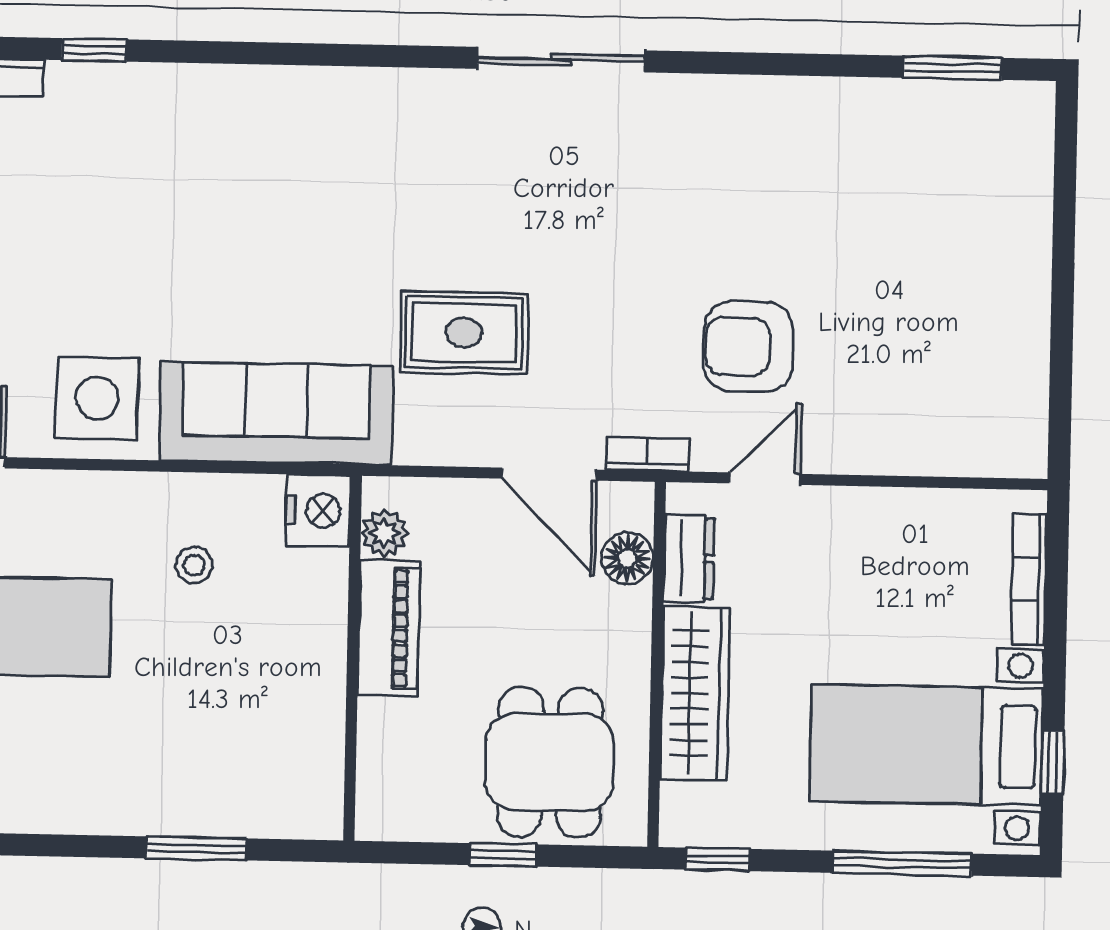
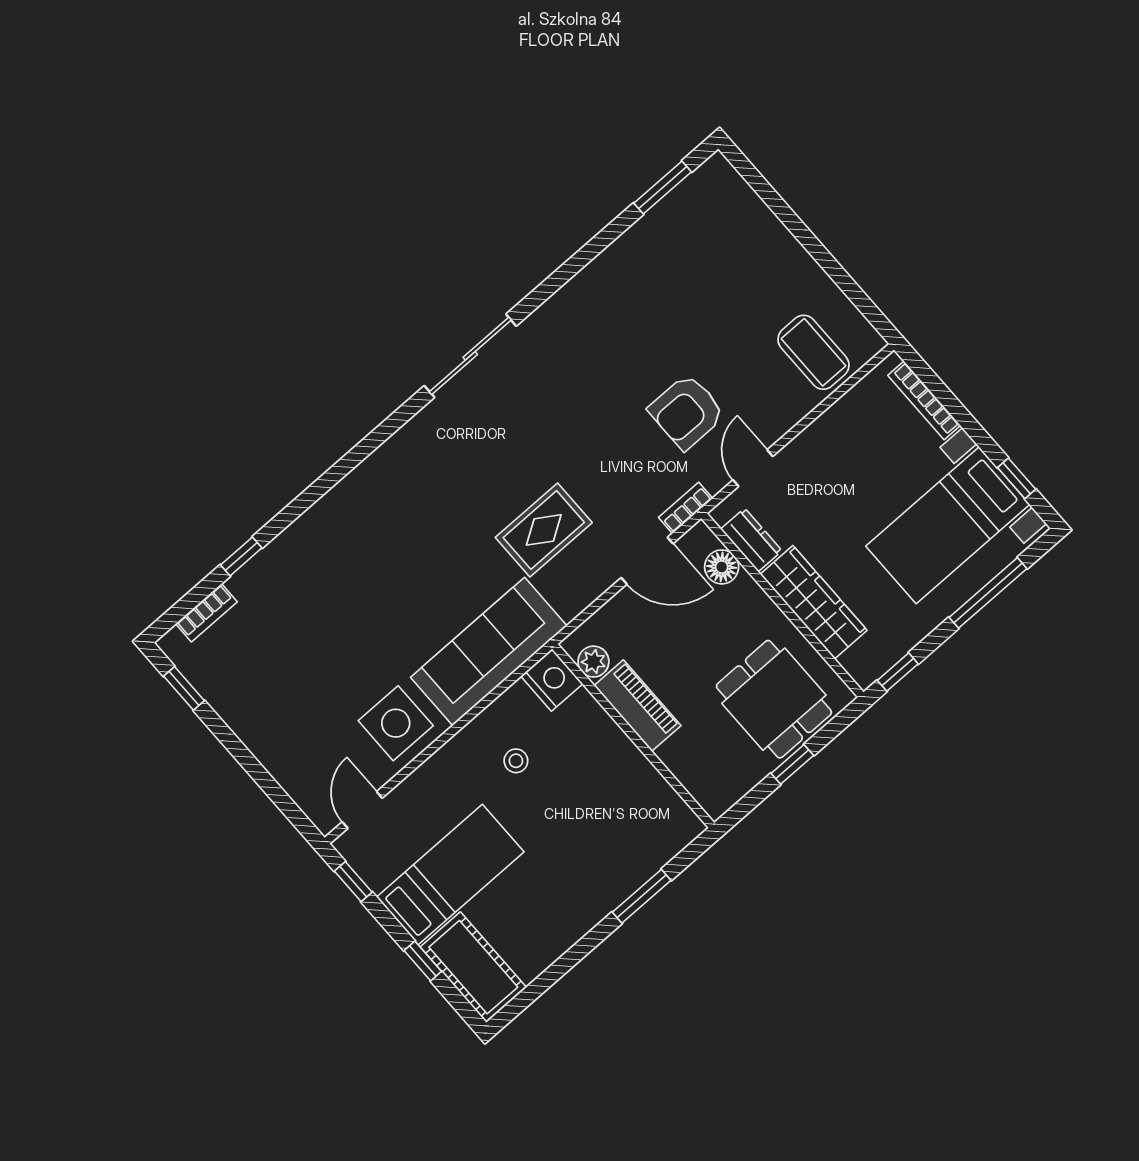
coffee table: (953, 410) -> (813, 352), added

